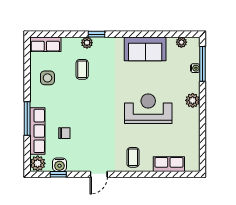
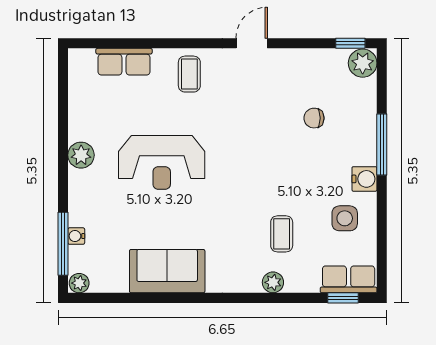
window: (96, 34) -> (343, 298), moved
plant: (181, 42) -> (79, 283), moved
plant: (193, 100) -> (81, 155), moved
row of seats: (37, 131) -> (363, 122), removed
water cooler: (59, 165) -> (364, 179), moved, turned 90
window: (58, 174) -> (350, 43), moved

